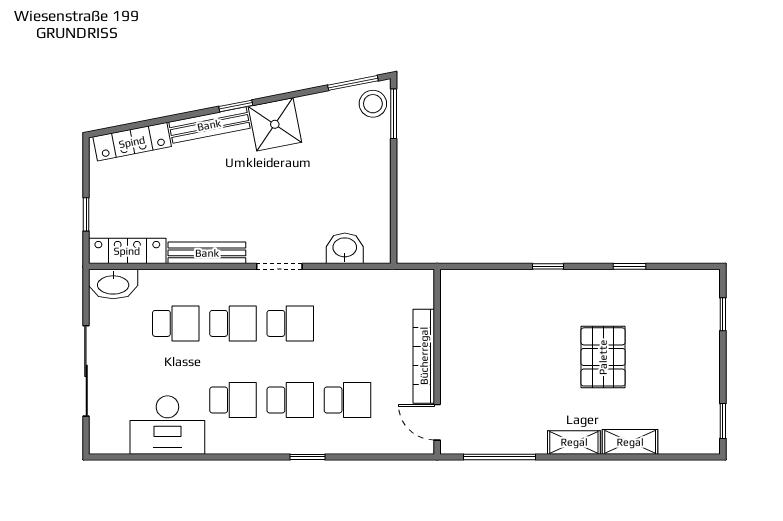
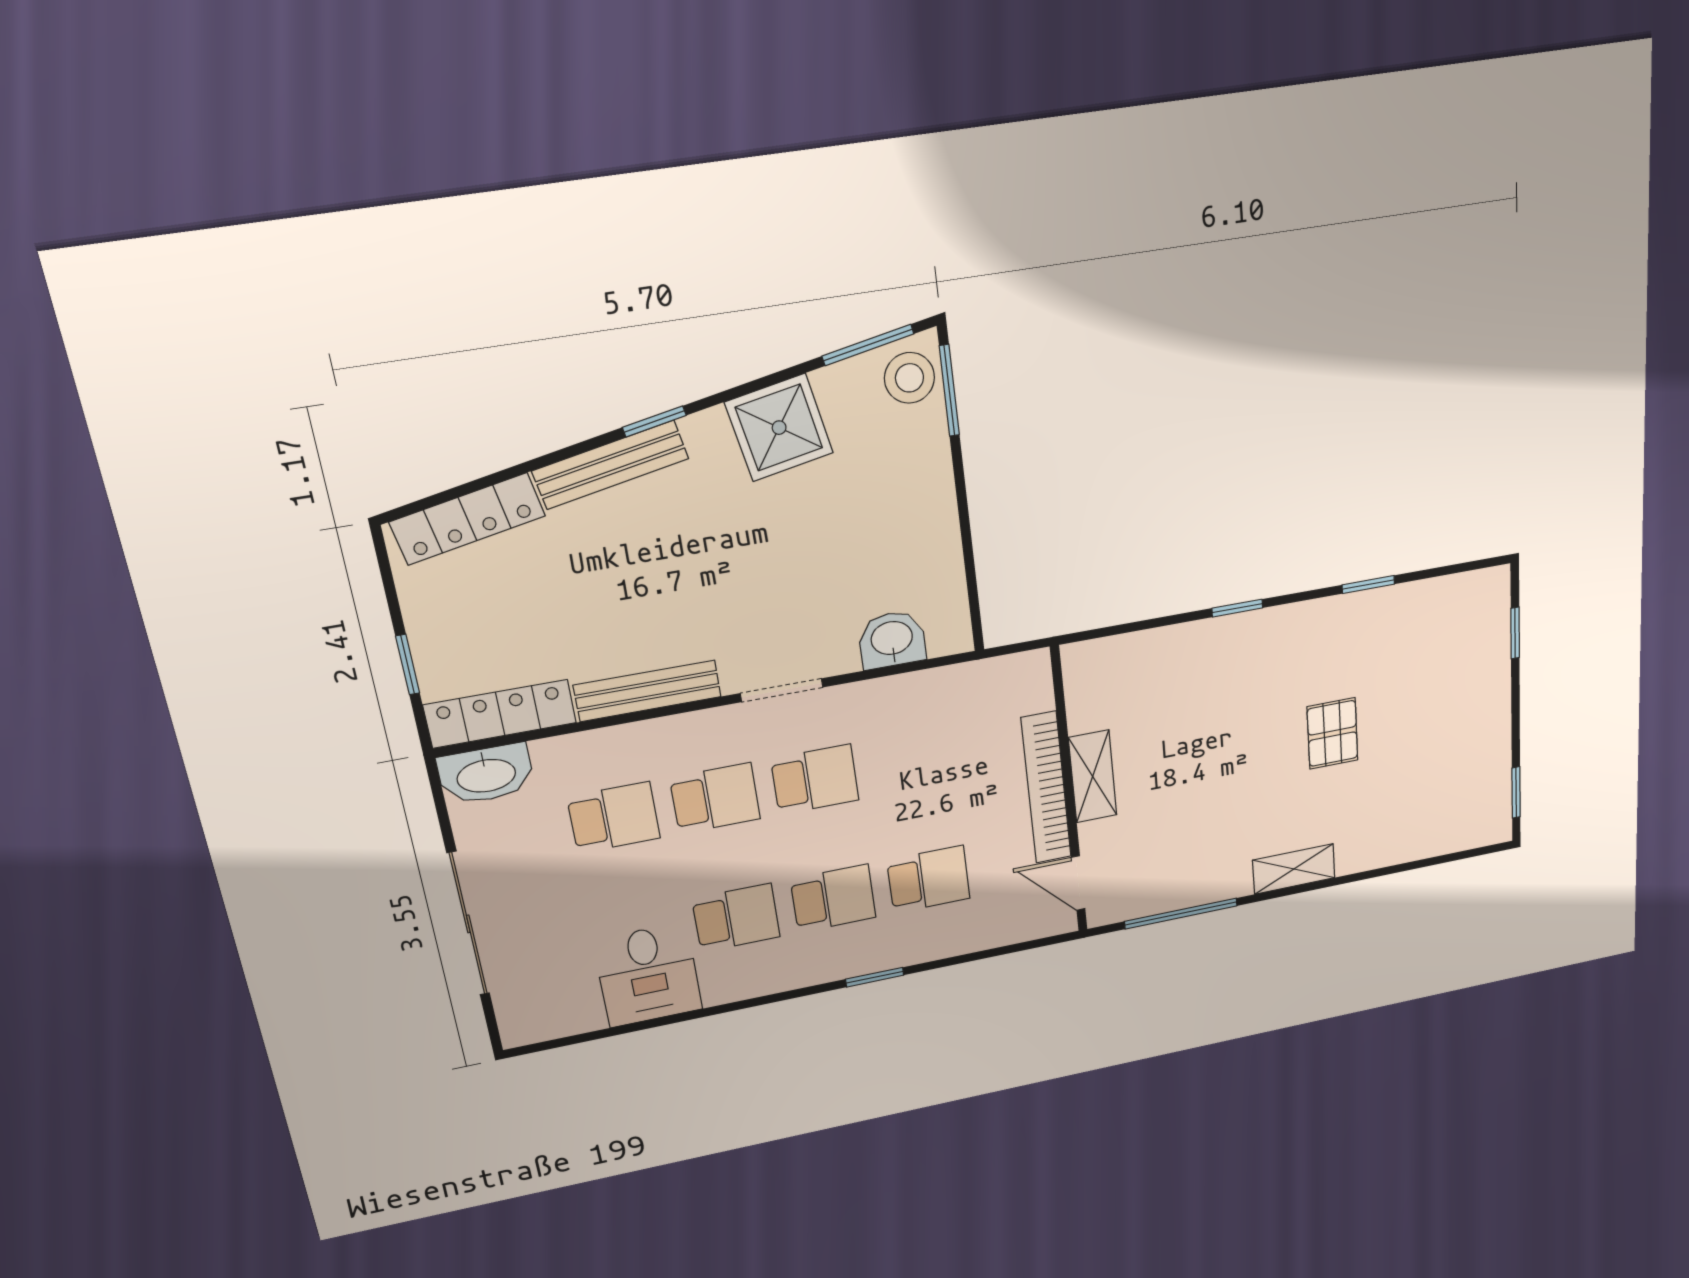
shower: (275, 124) -> (779, 428), moved
pallet: (603, 357) -> (1332, 733), width x0.67, depth x0.71
desk: (167, 425) -> (648, 975), width x0.73
shelving: (630, 442) -> (1093, 776), moved, turned 90

